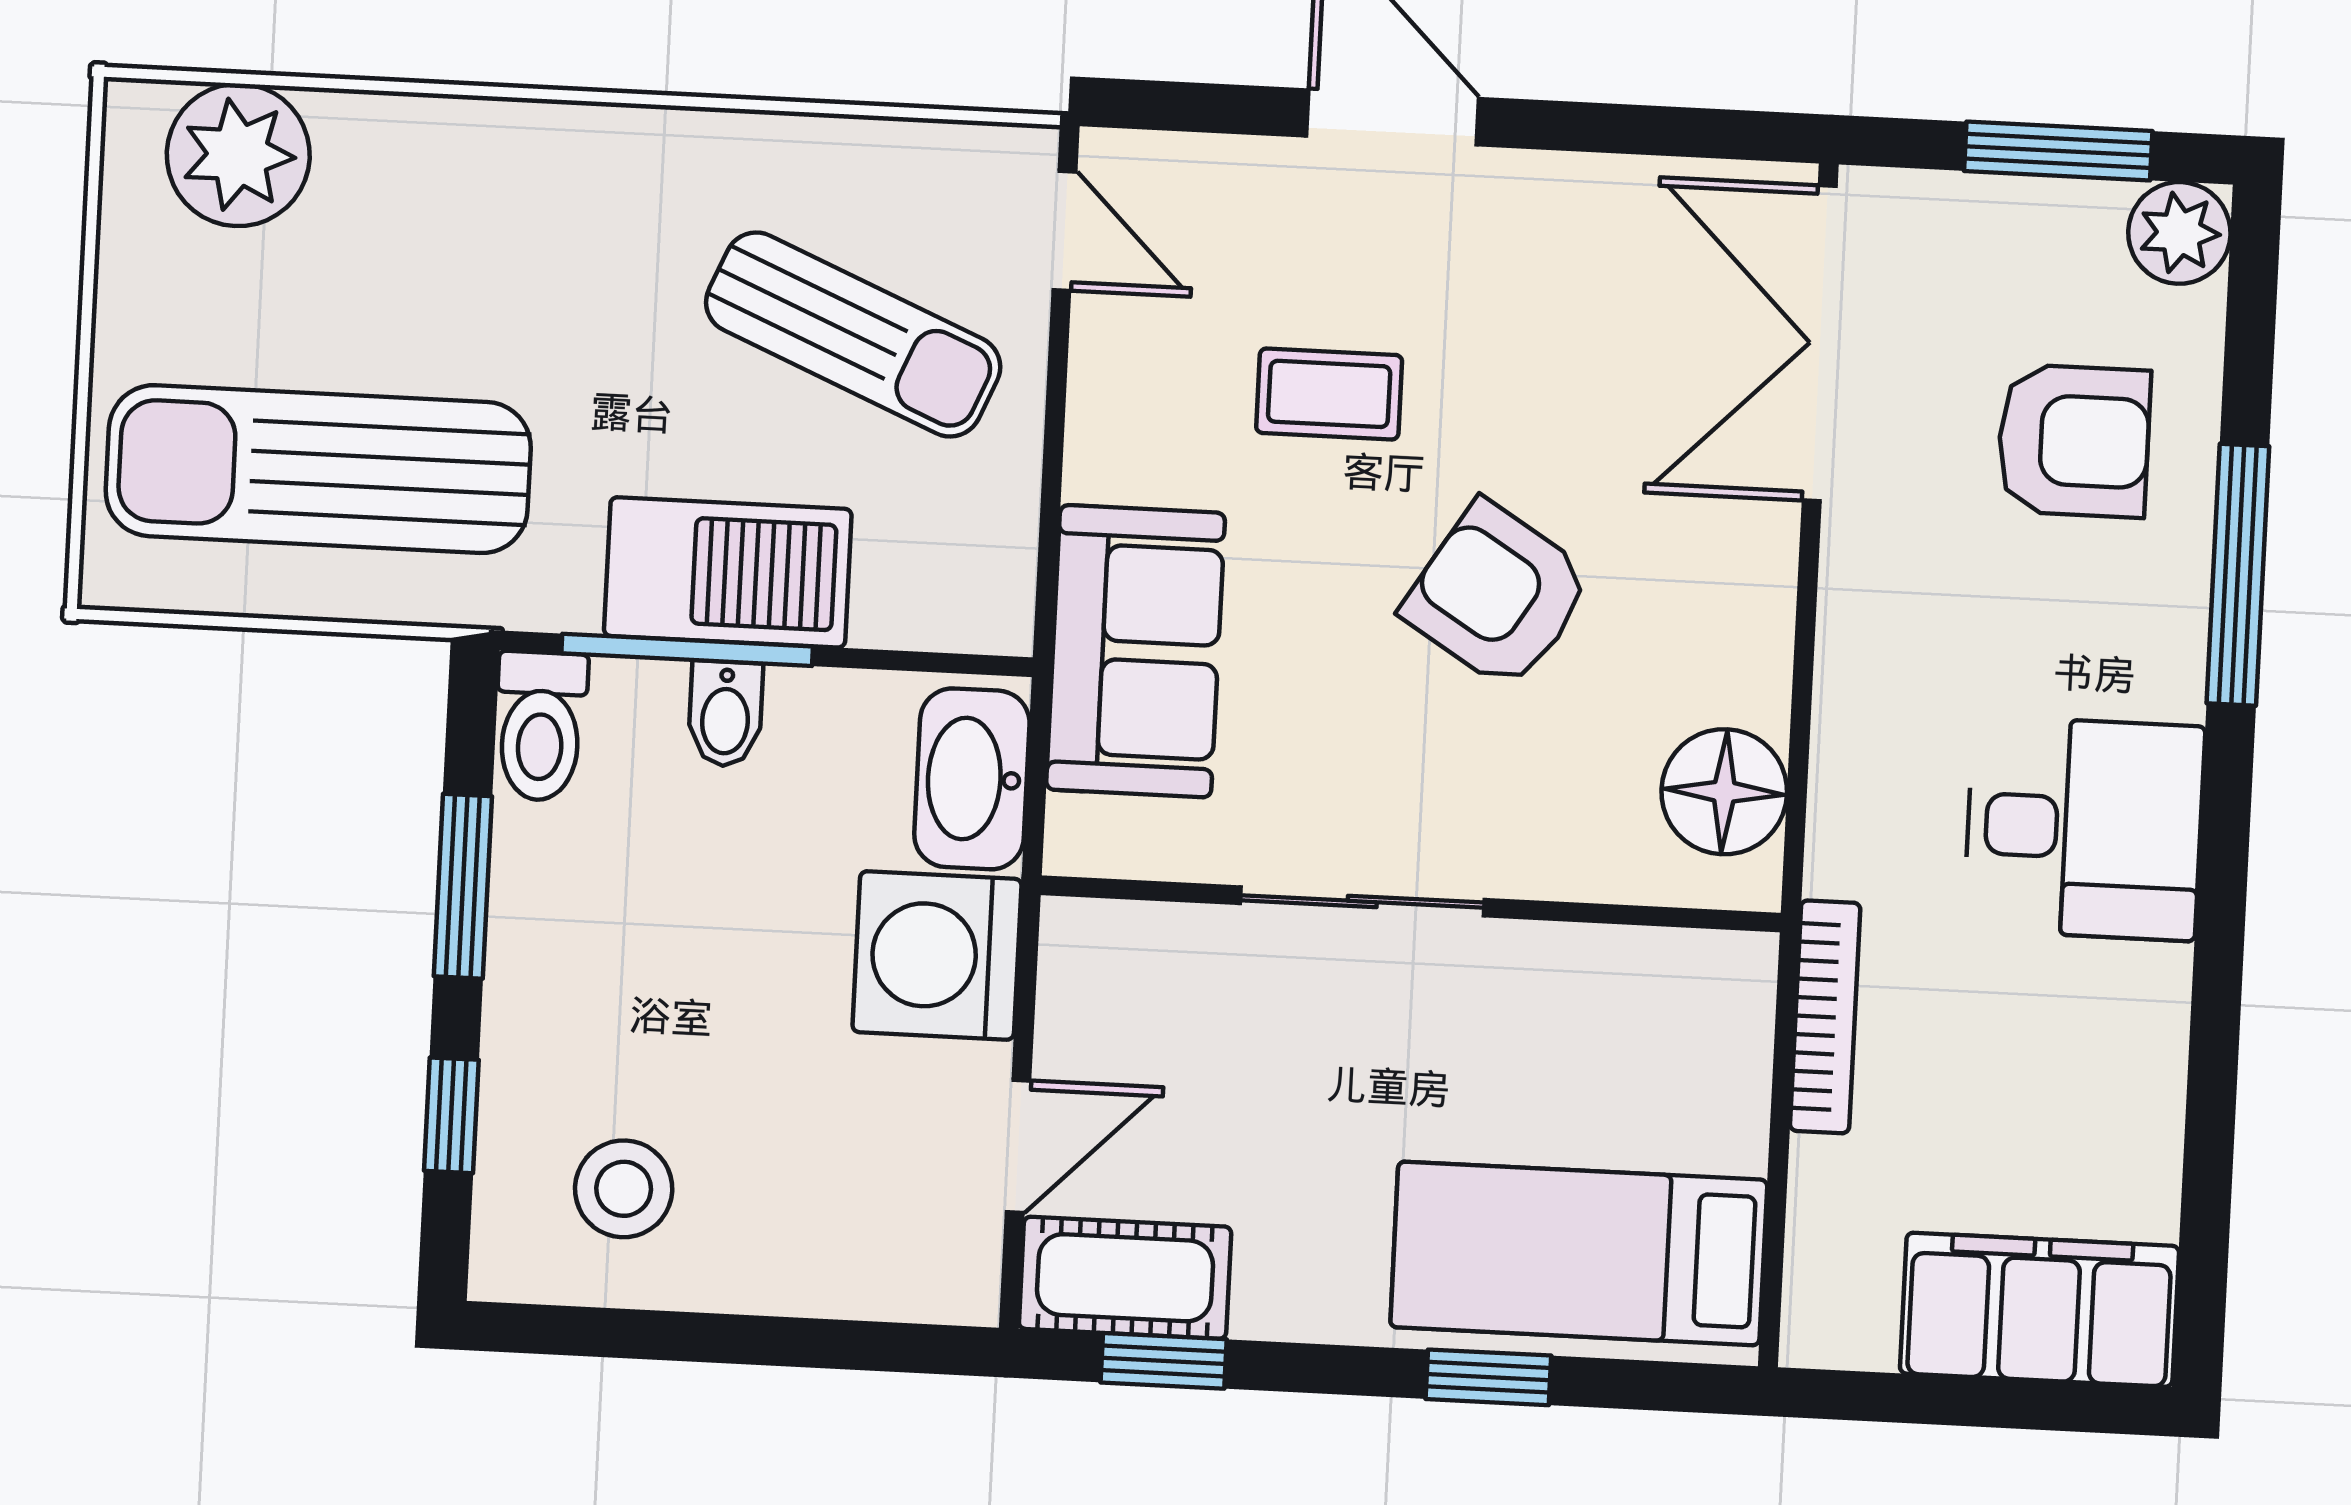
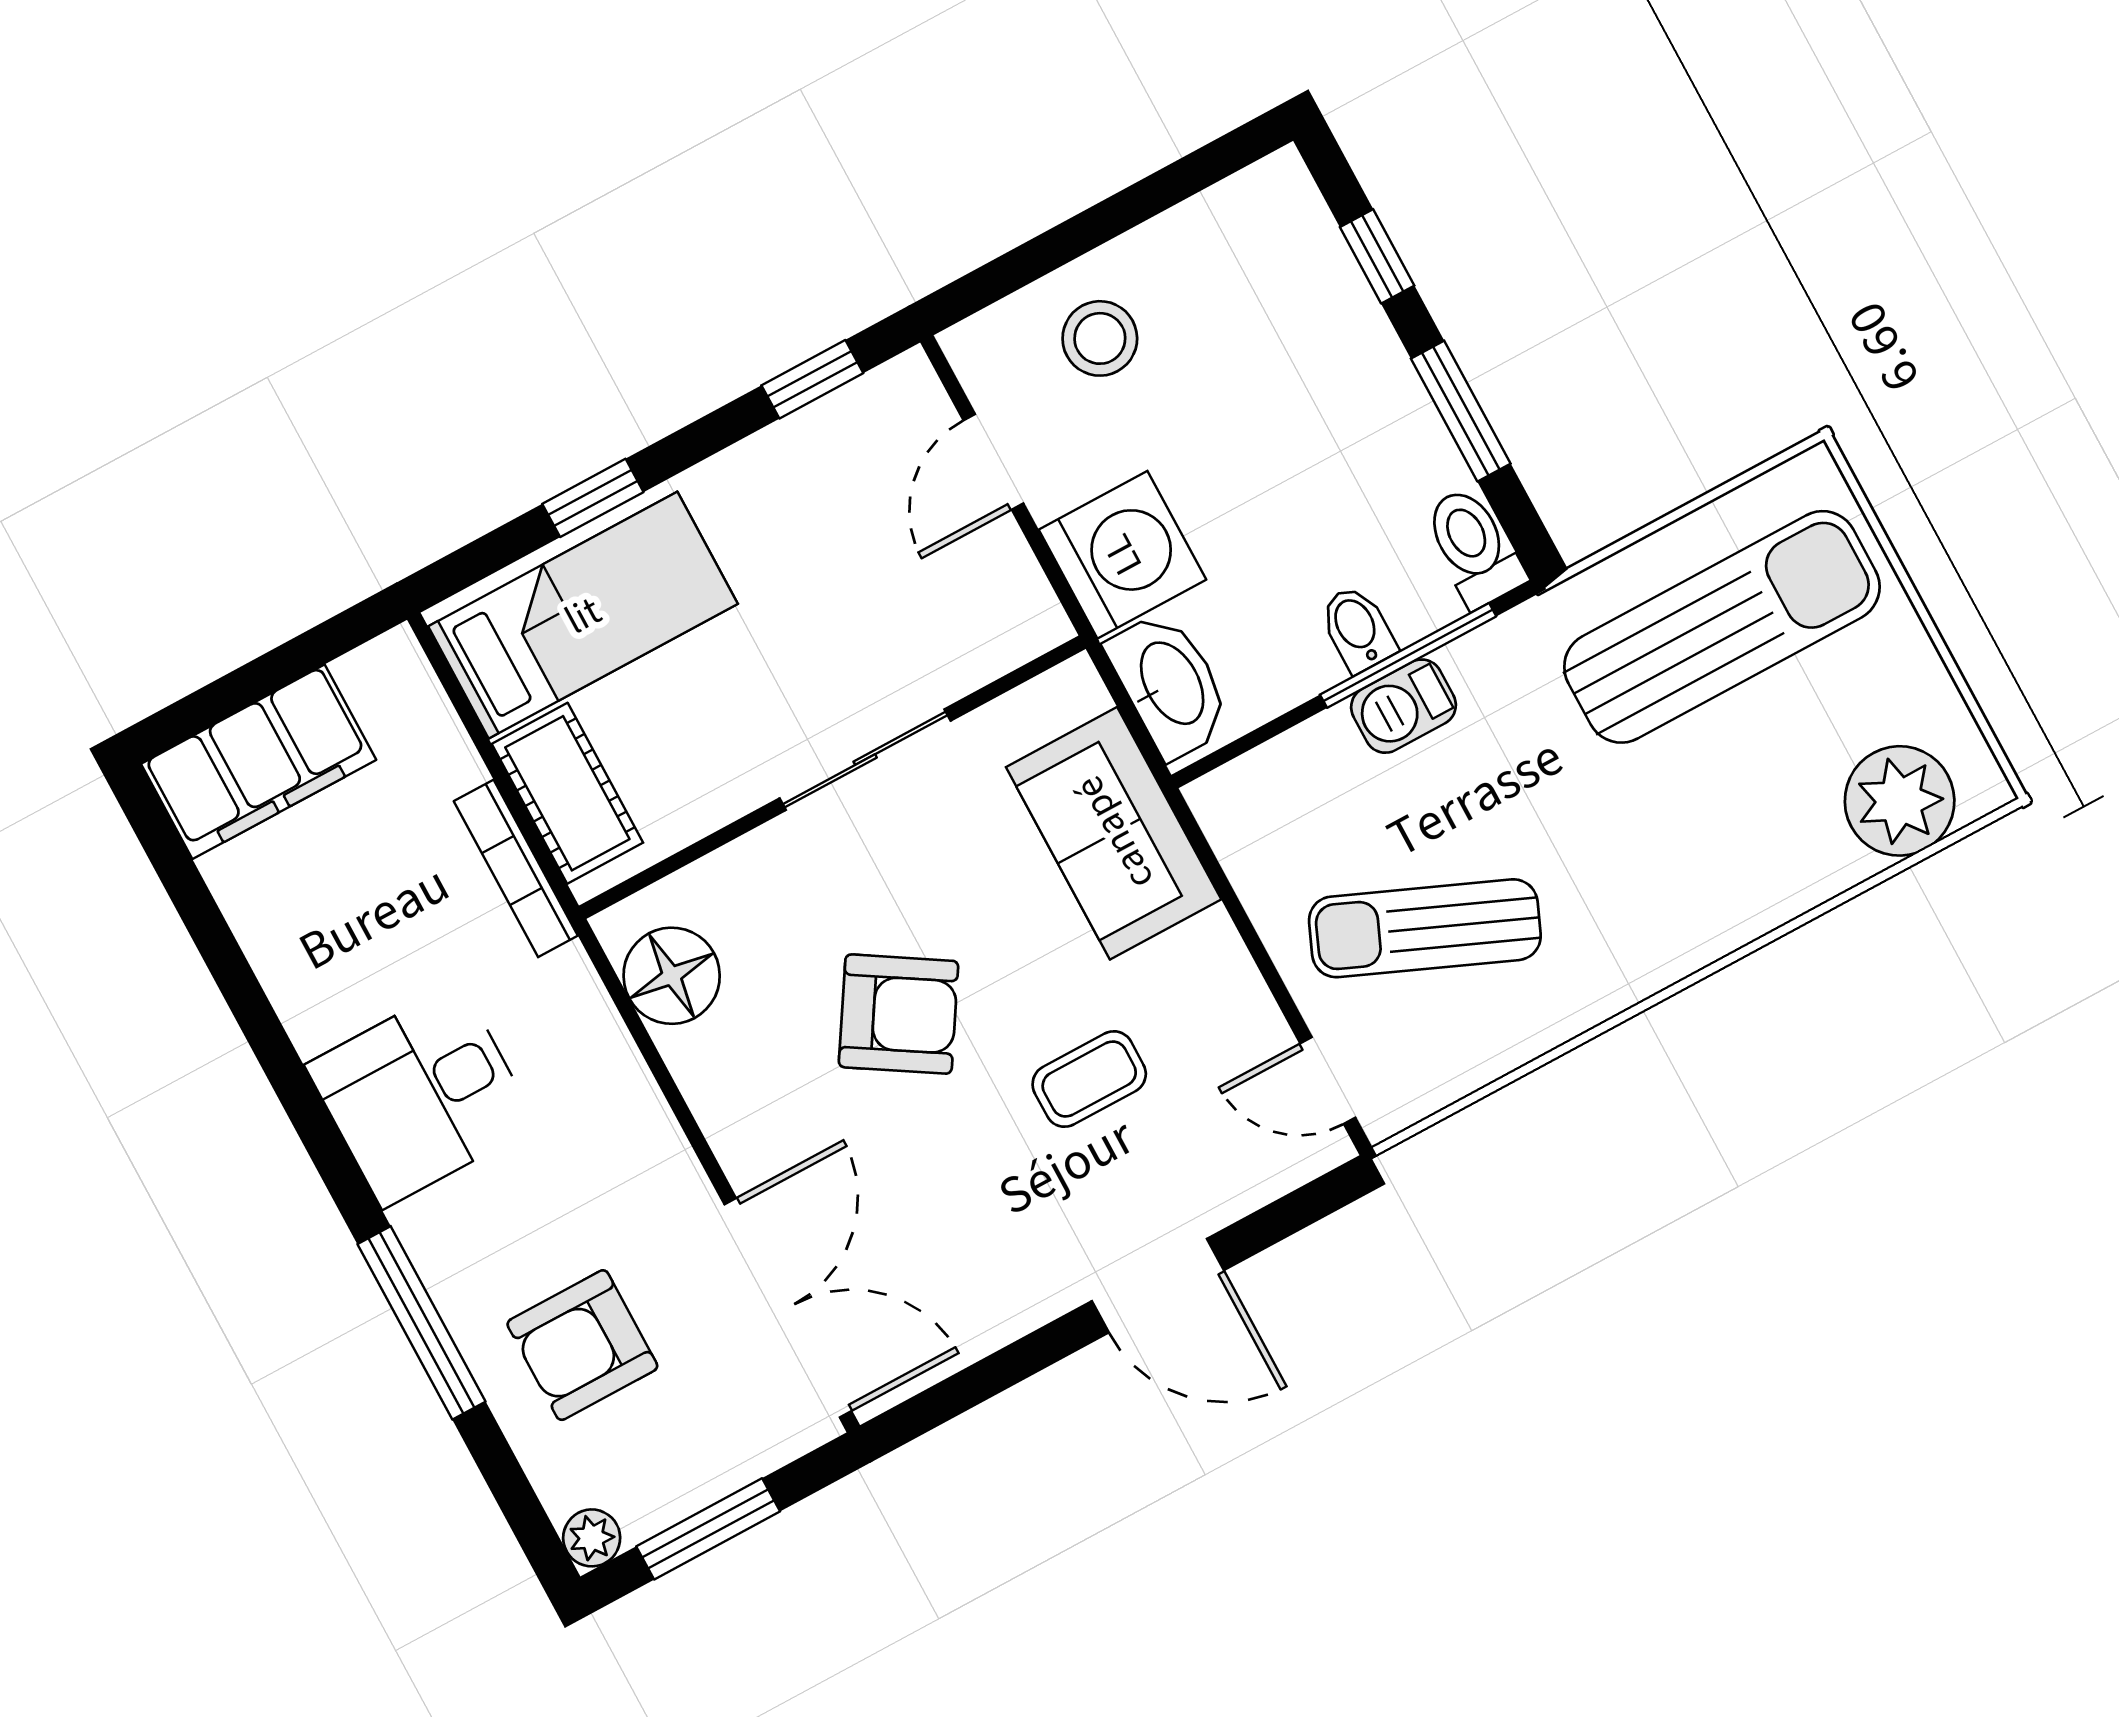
plant: (2179, 233) -> (592, 1538), width x0.73, depth x0.73
barbecue: (728, 572) -> (1403, 706), width x0.53, depth x0.65
stool: (624, 1189) -> (1100, 338), moved
cot: (1125, 1278) -> (567, 793), moved, turned 90

